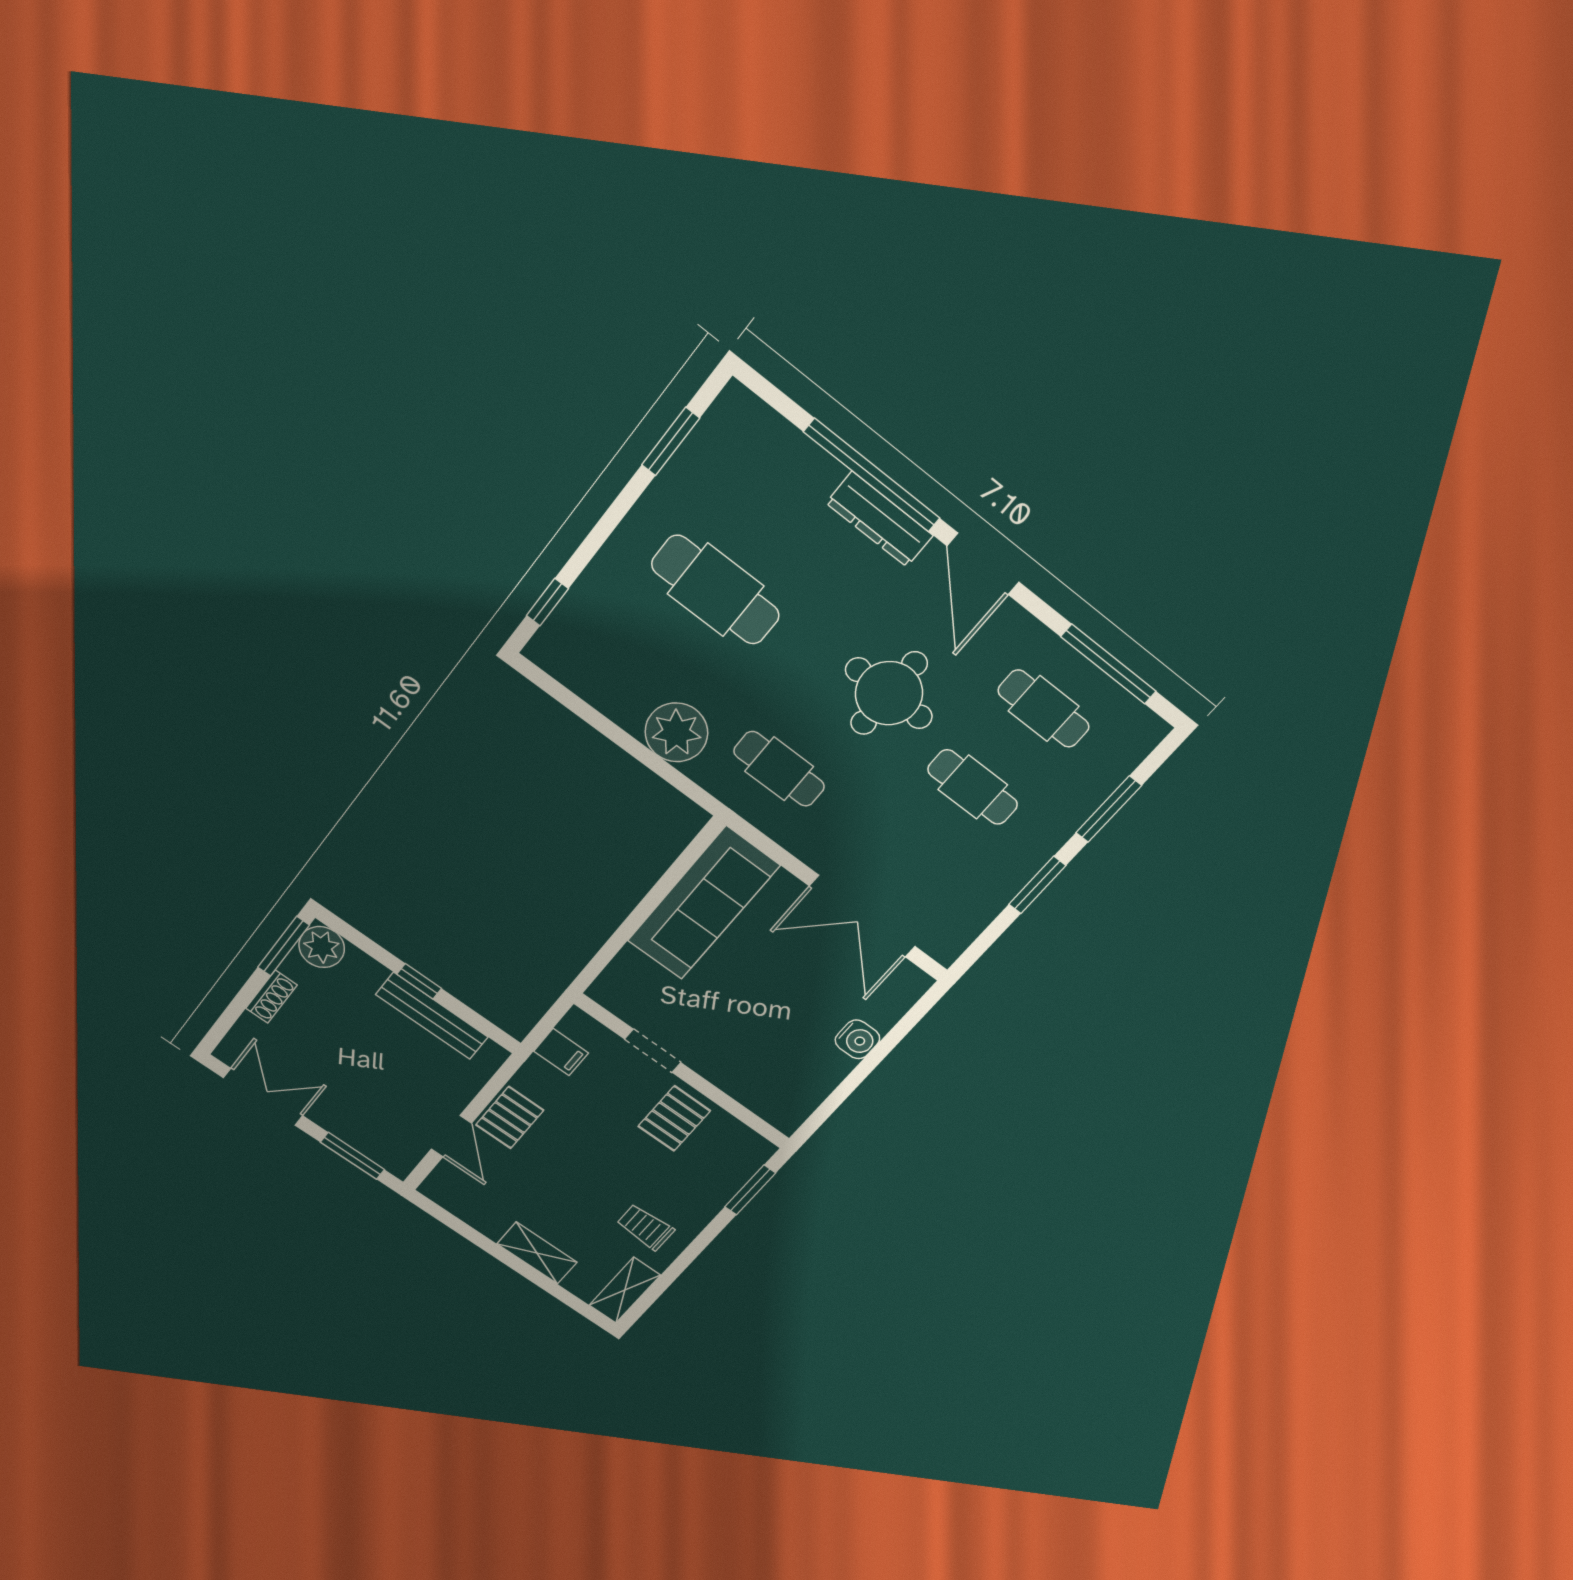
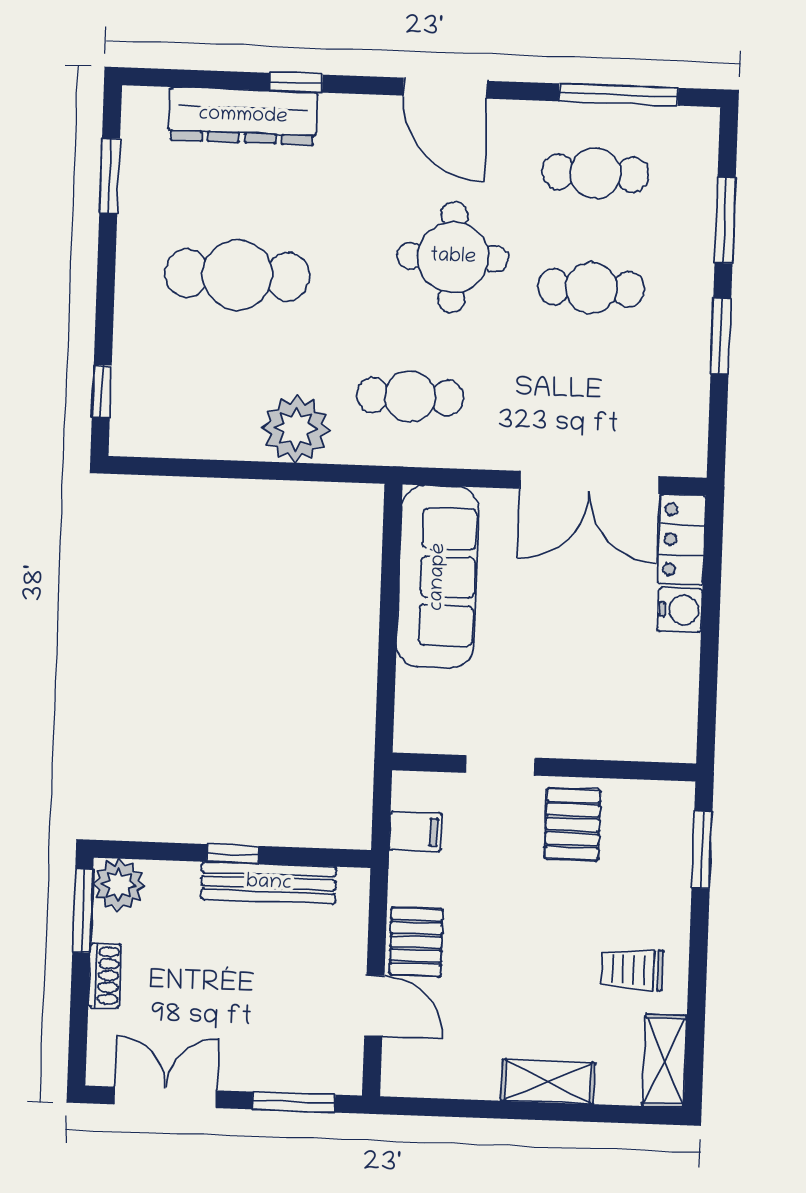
window: (872, 475) -> (296, 83), width x0.32
dresser: (880, 519) -> (243, 116), moved, width x1.37, depth x1.24
locker: (896, 997) -> (682, 540), added

